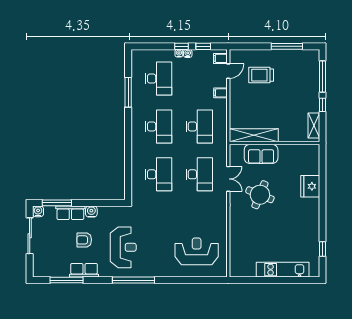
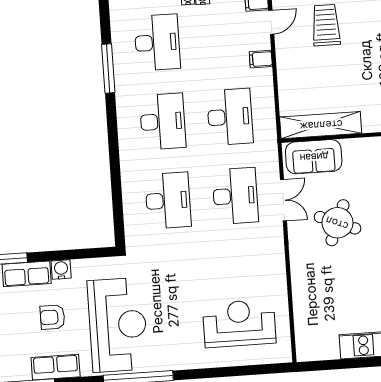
trolley: (261, 75) -> (326, 25), turned 90
sofa: (261, 154) -> (314, 157), moved
reception desk: (123, 247) -> (118, 325), width x1.36, depth x1.30

